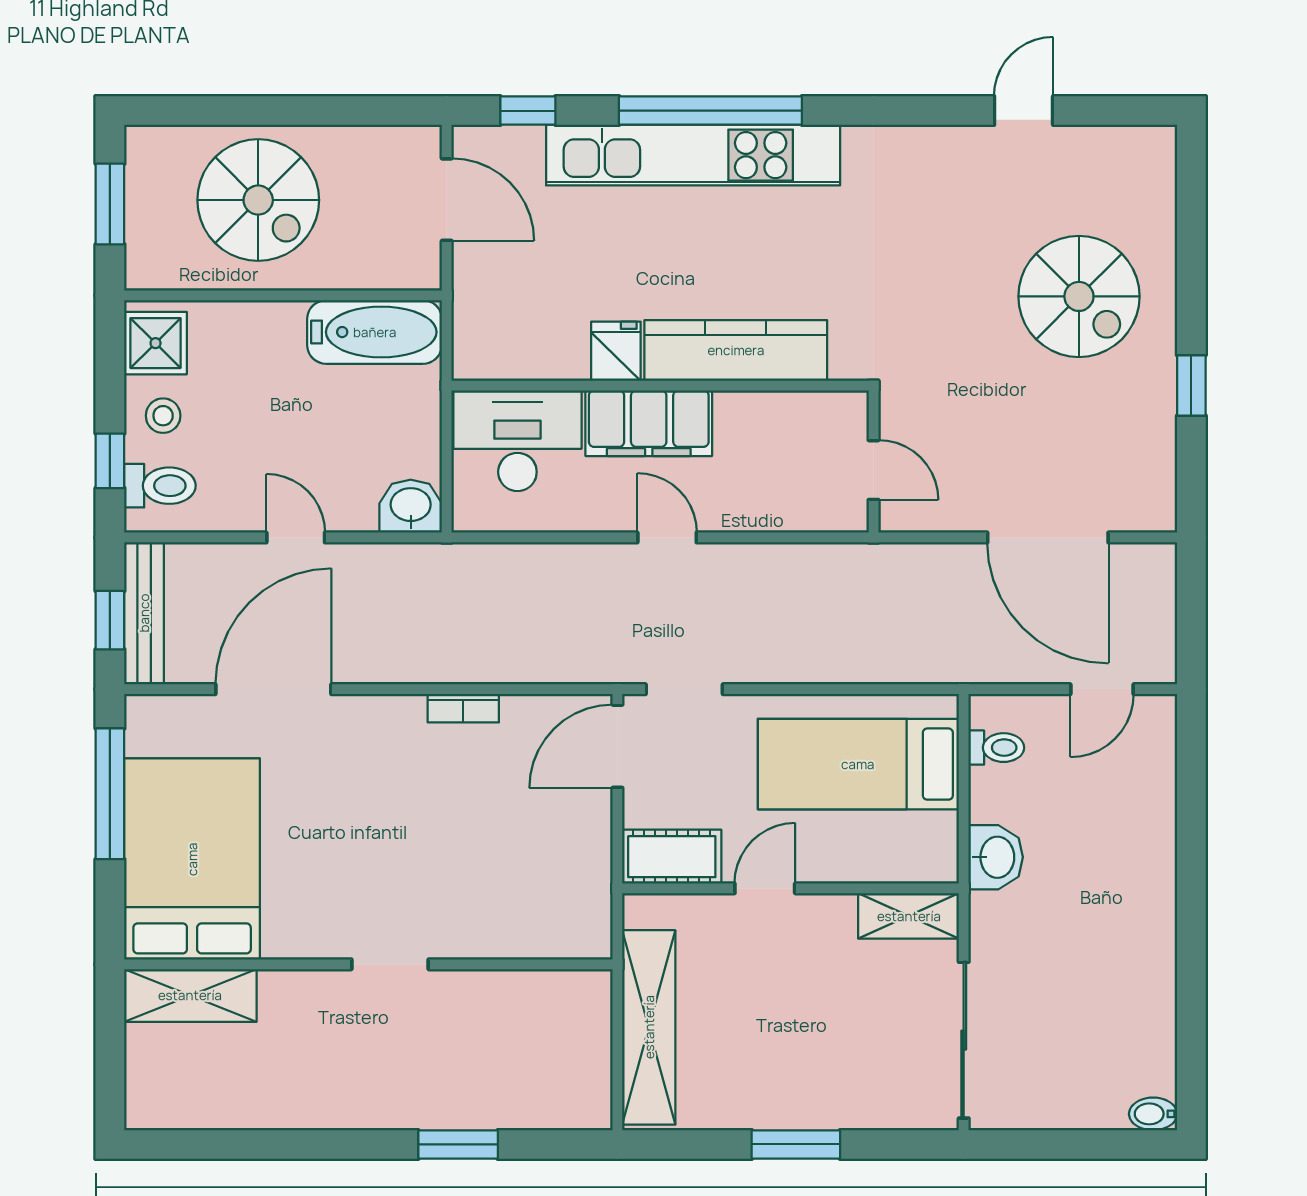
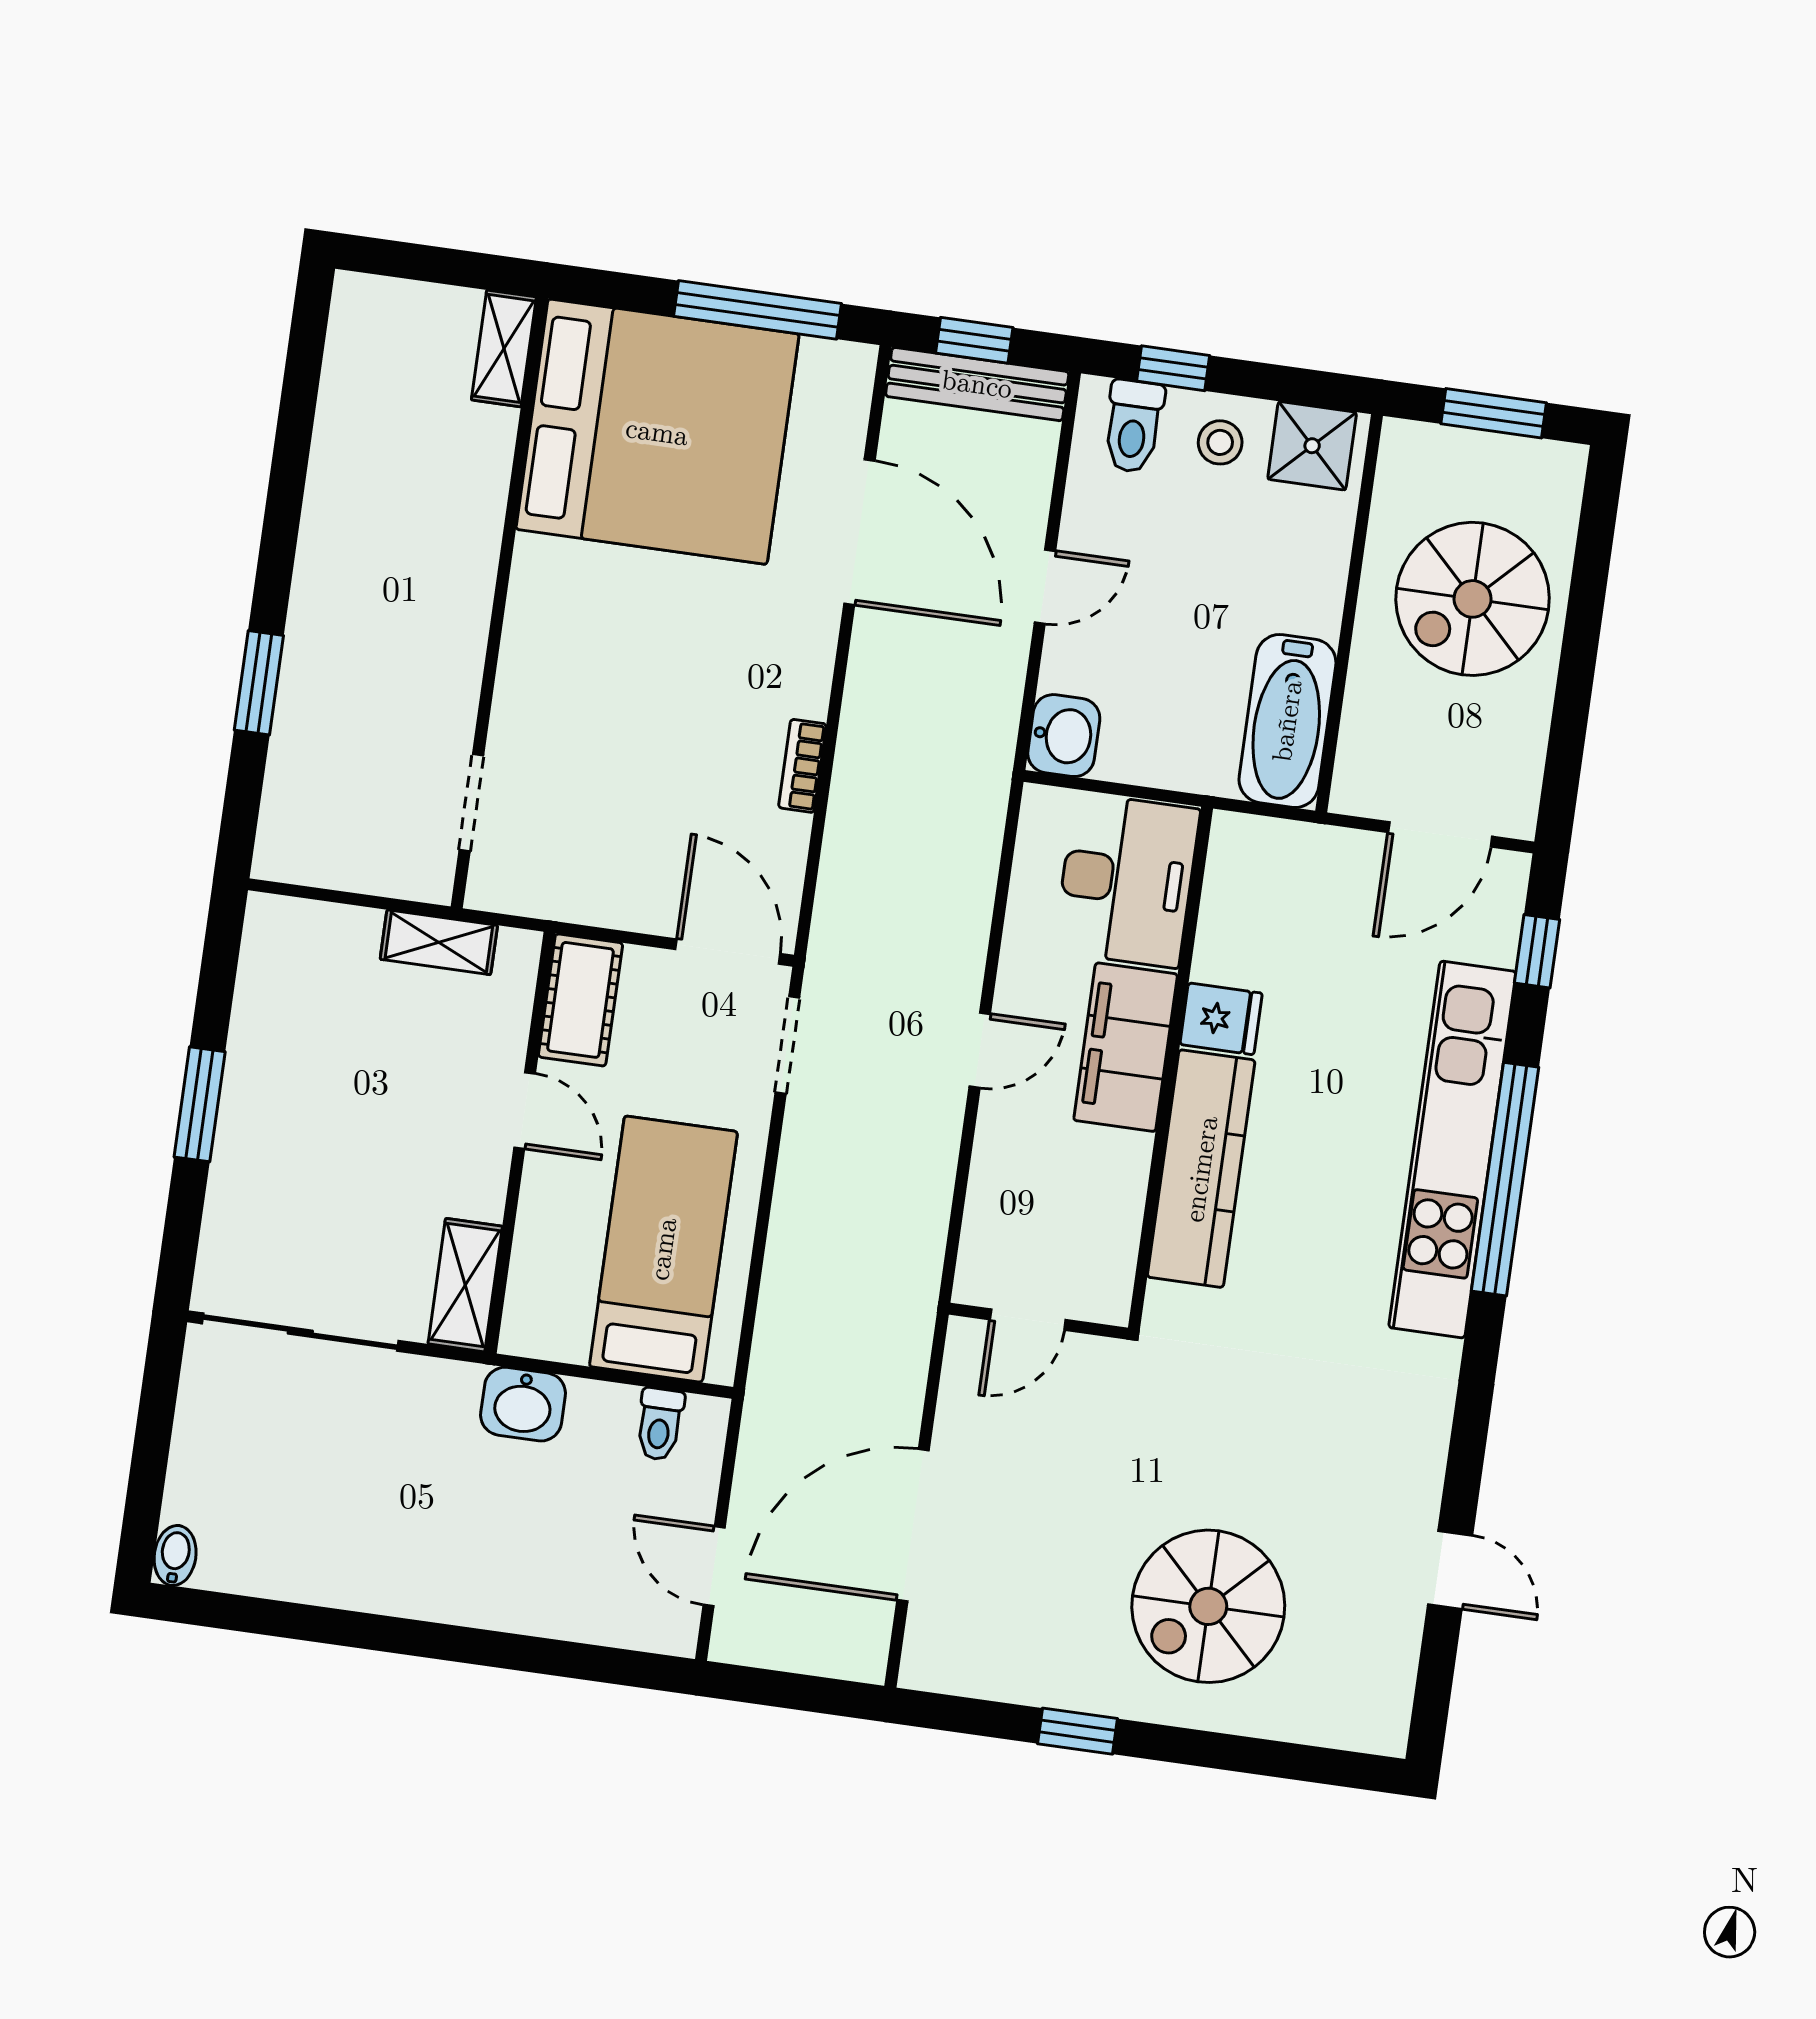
bed: (192, 859) -> (657, 432), width x1.36
doorway: (390, 964) -> (471, 802), moved
shelving: (190, 995) -> (504, 348), width x0.67, depth x0.75
shelving: (649, 1027) -> (439, 942), width x0.45, depth x0.75

